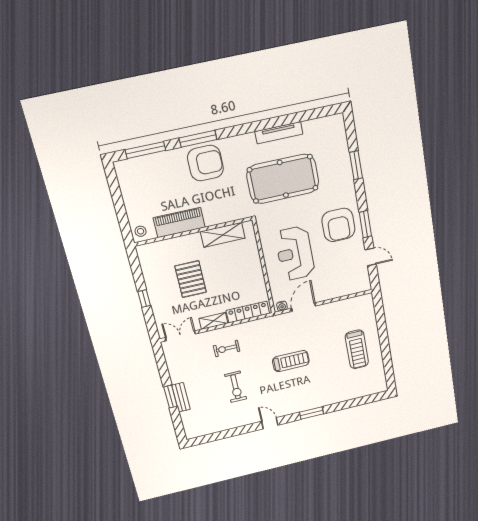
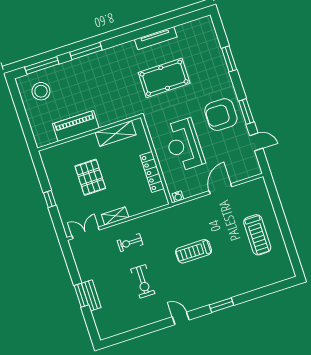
armchair: (205, 163) -> (94, 71), removed
pool table: (283, 179) -> (164, 78), width x0.73, depth x0.76
armchair: (338, 225) -> (221, 115), turned 90
stool: (141, 231) -> (41, 91), moved, width x1.89, depth x1.89
door: (304, 307) -> (220, 189), moved
locker: (248, 312) -> (152, 172), moved, turned -90
treadmill: (291, 361) -> (194, 251), turned 180

